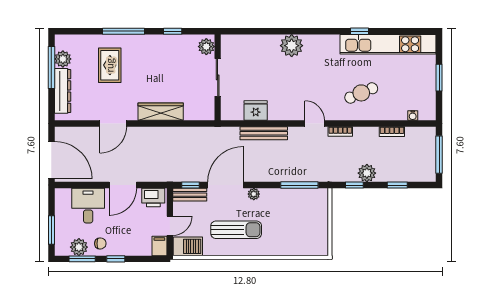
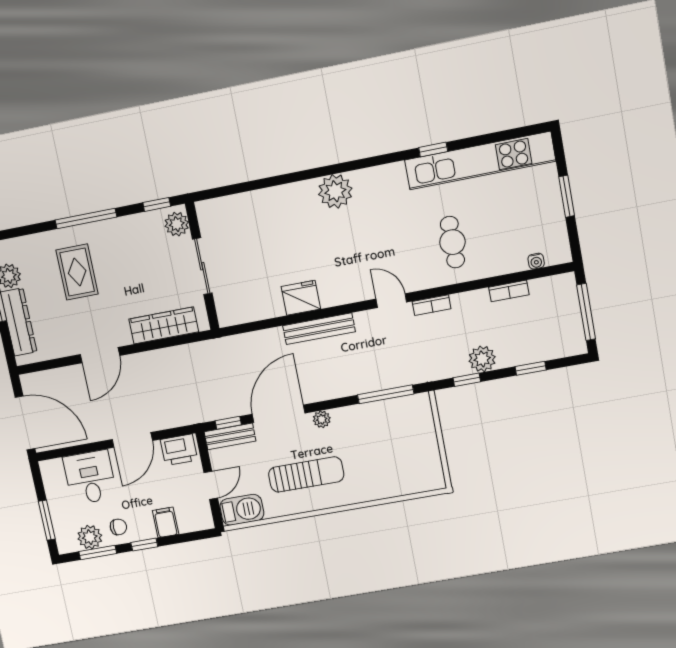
plant: (206, 47) -> (177, 224), moved
sliding door: (218, 77) -> (202, 266), moved
wall: (218, 77) -> (202, 266), moved
cafe table: (361, 93) -> (452, 242), turned -67
filing cabinet: (159, 246) -> (166, 522), moved

